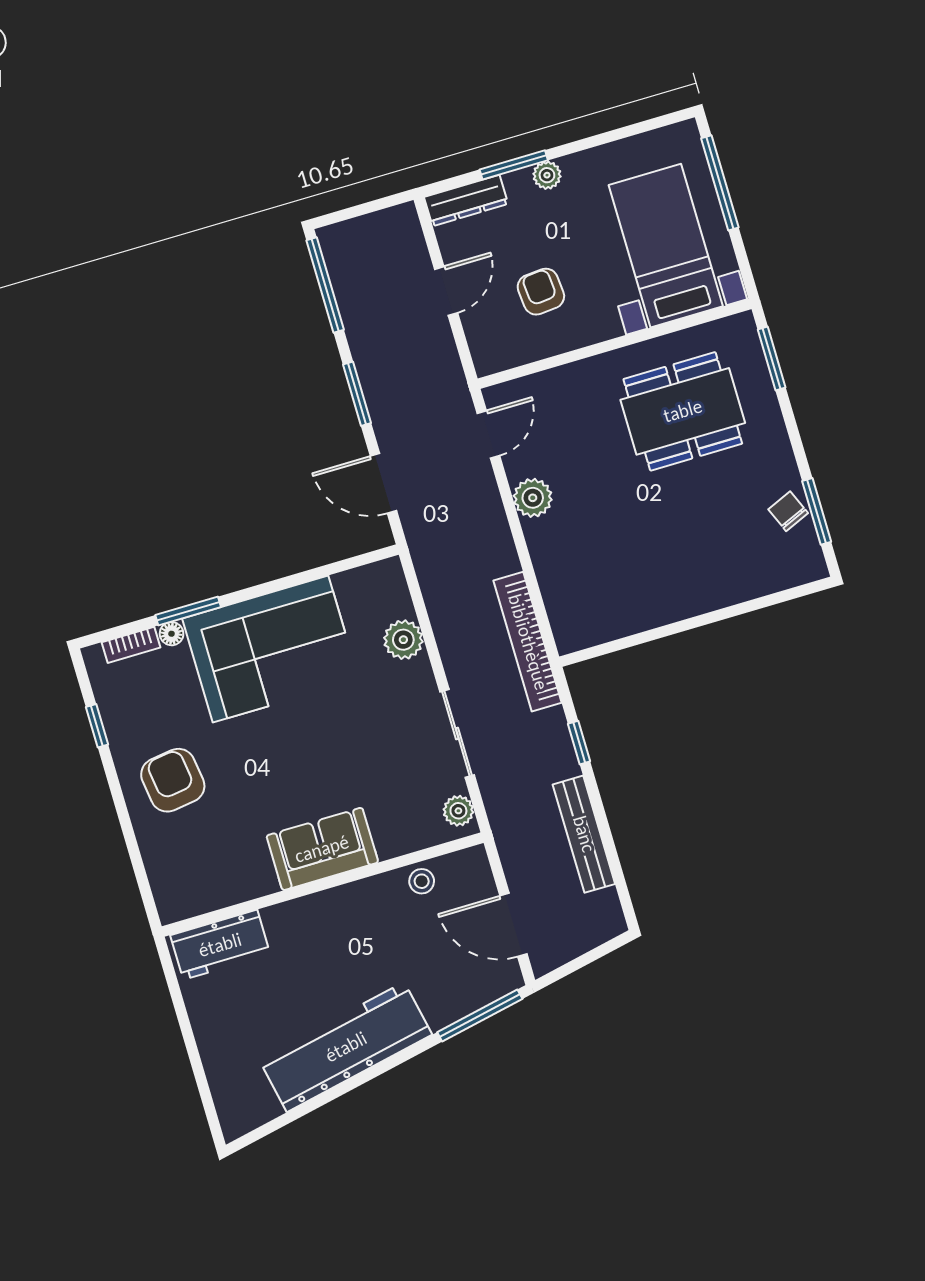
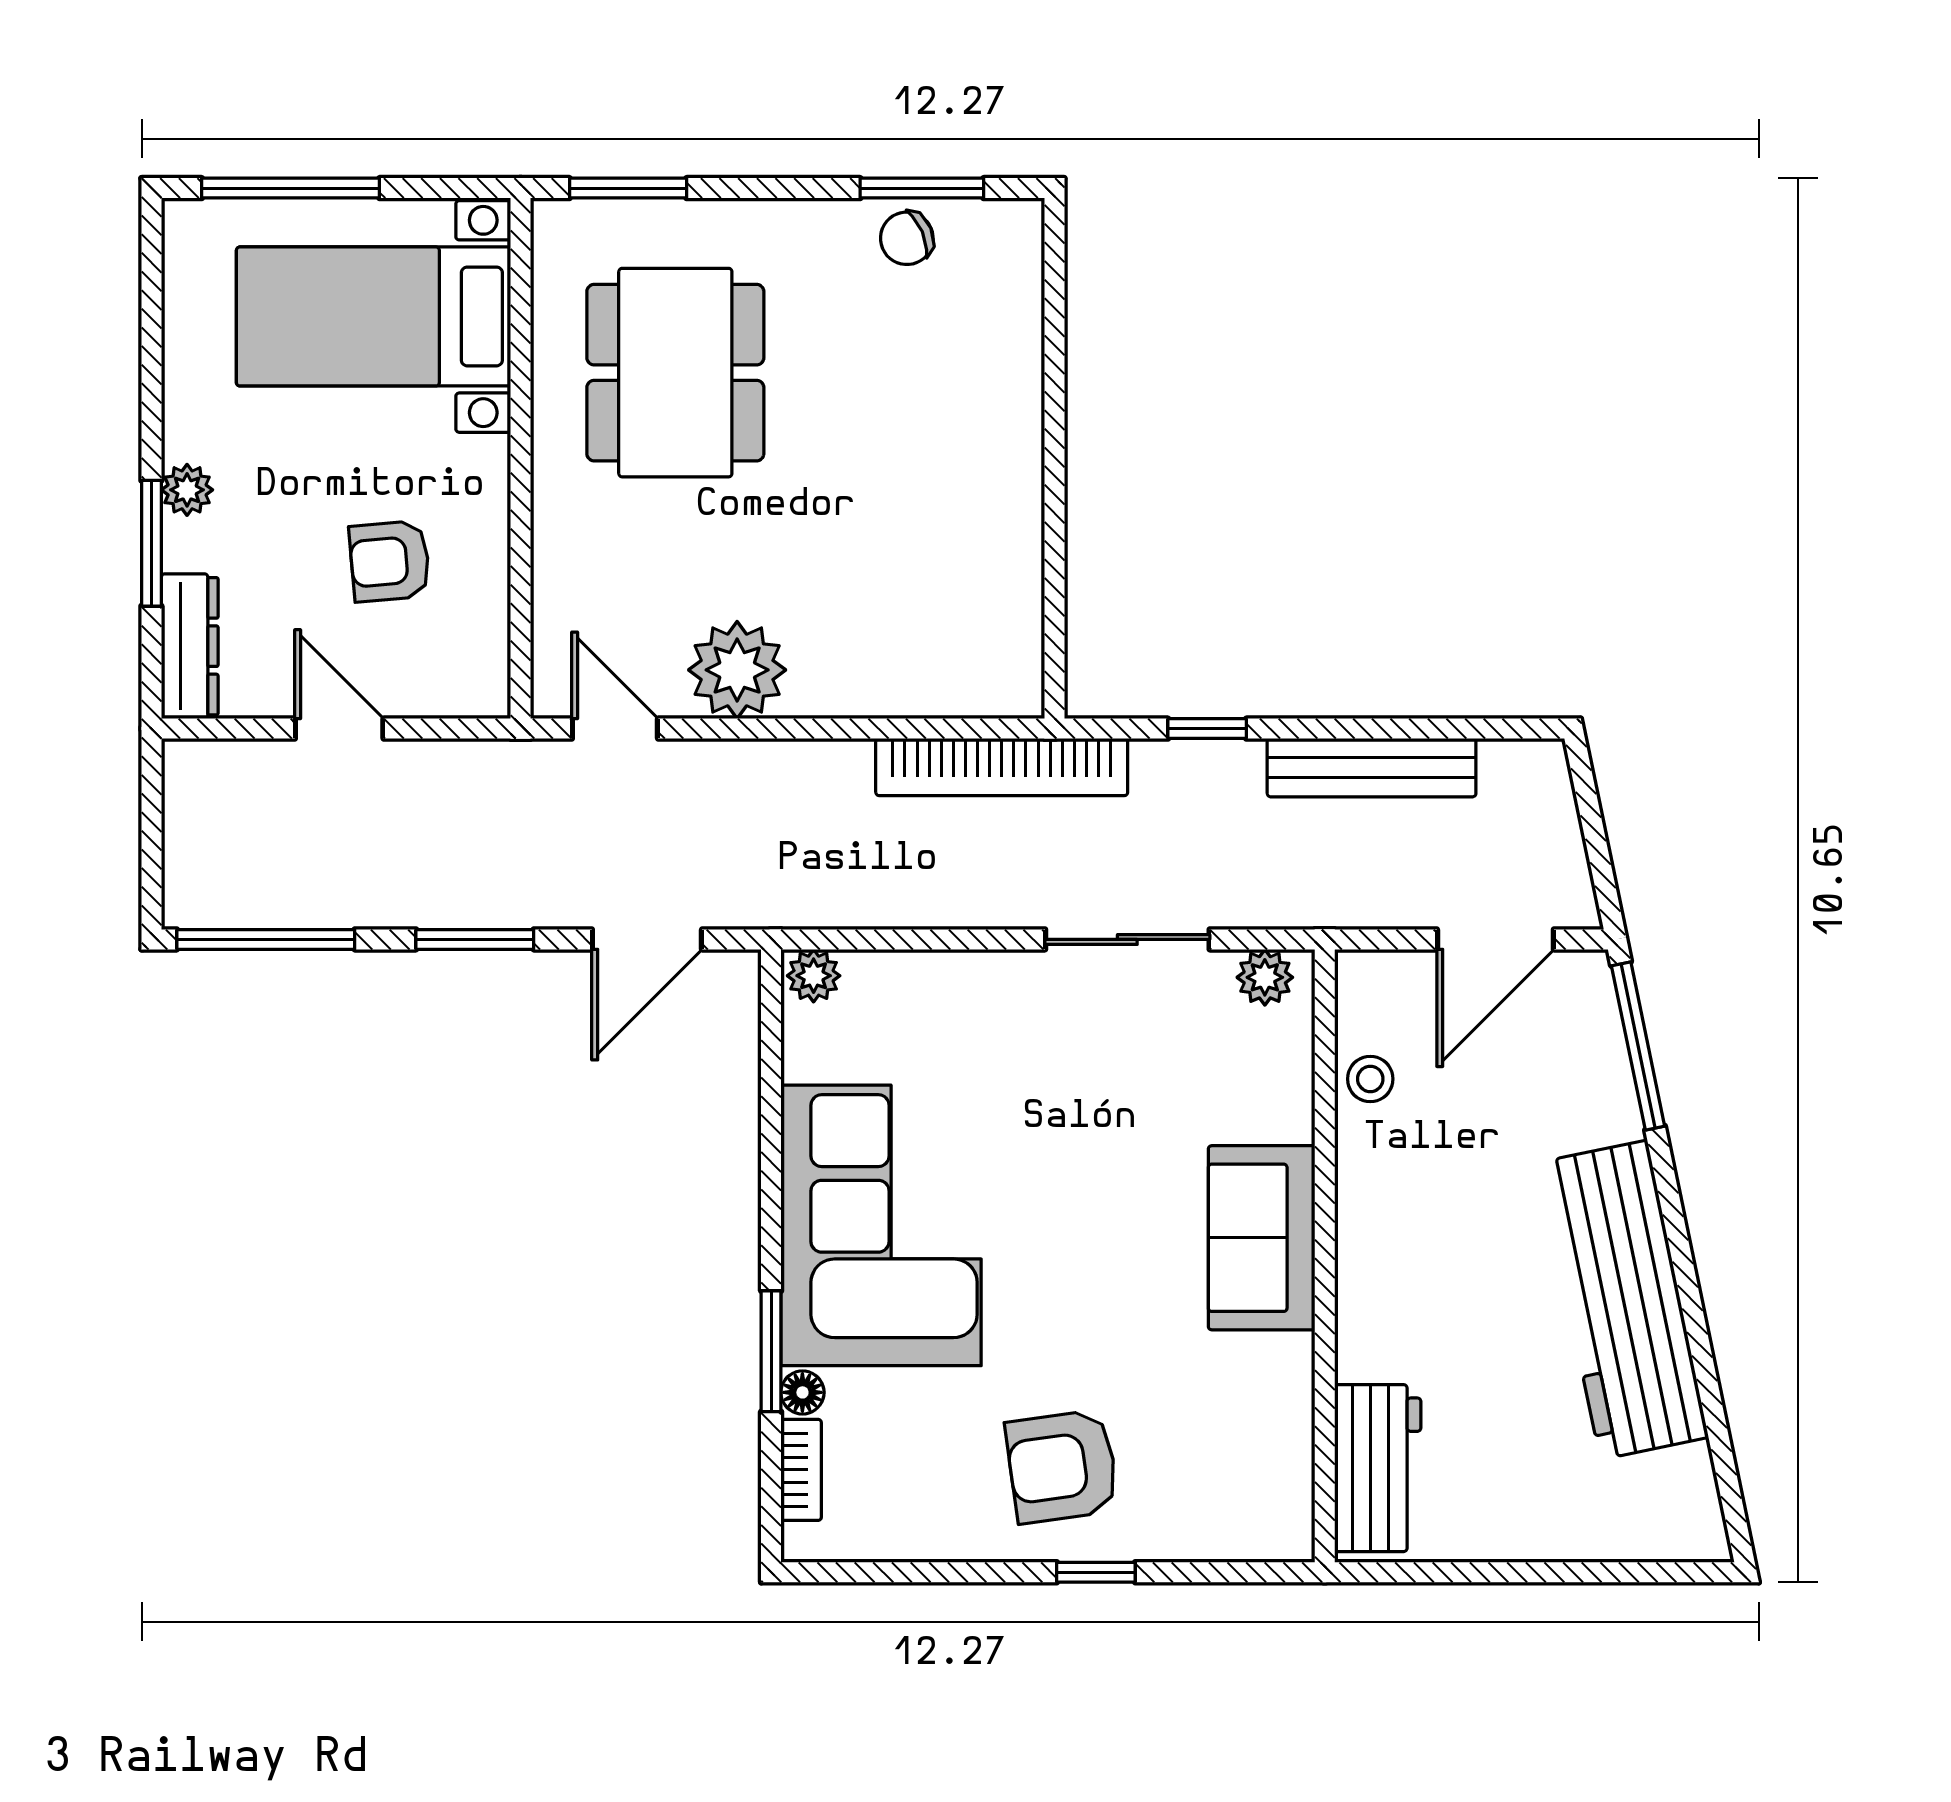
plant: (533, 498) -> (737, 670), width x1.36, depth x1.36
plant: (403, 640) -> (814, 976), moved, width x0.73, depth x0.73
window: (97, 726) -> (1096, 1572), moved

